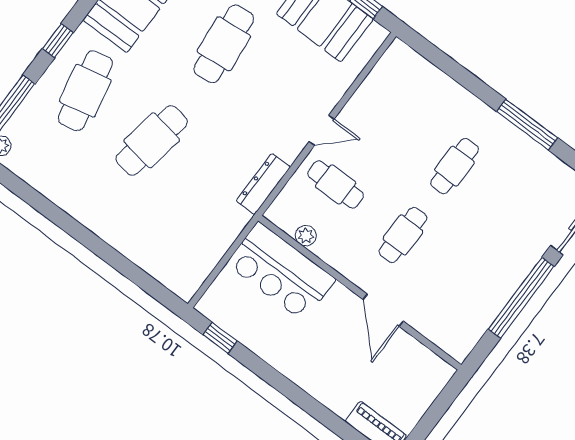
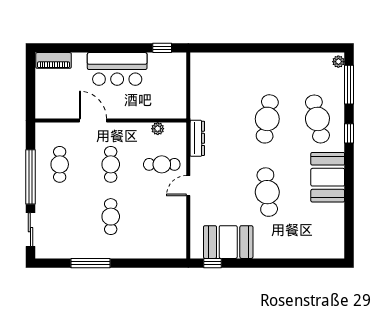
bar counter: (281, 271) -> (117, 69), moved, turned 180
cafe table: (470, 285) -> (60, 164), added

